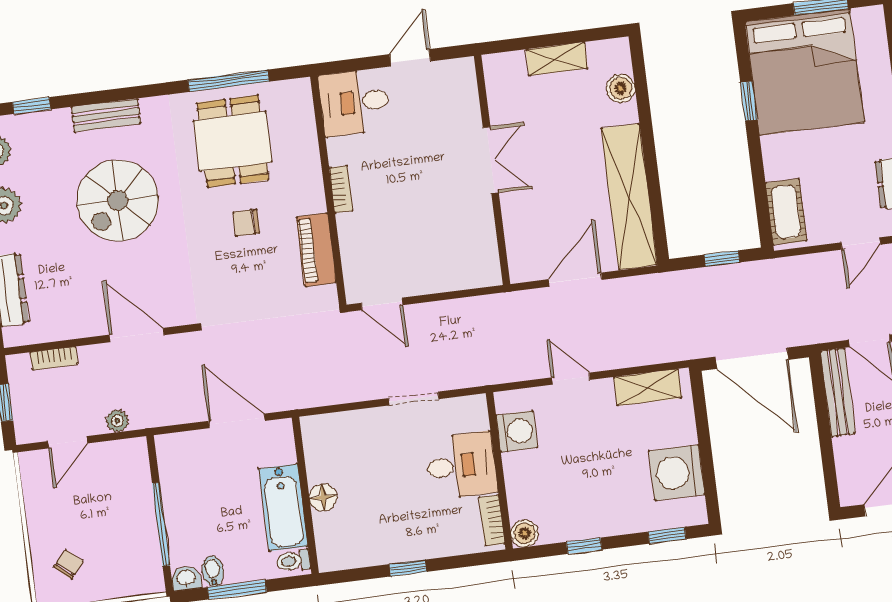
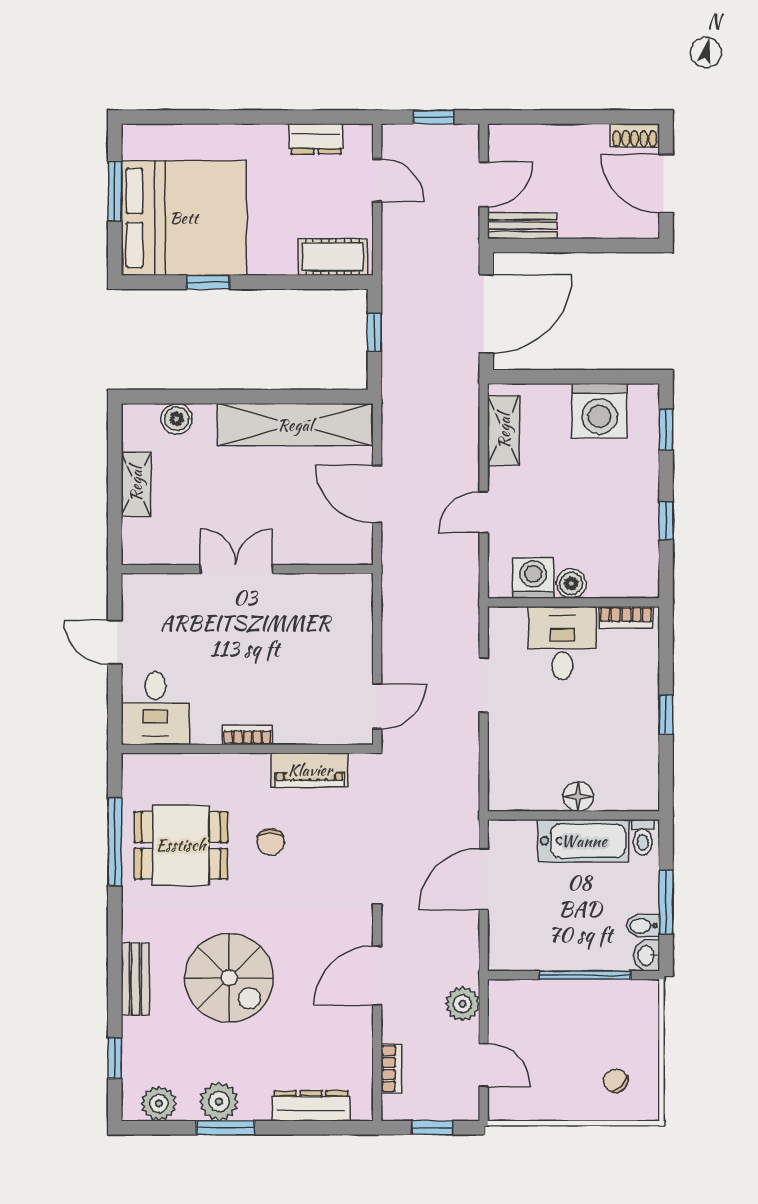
bench: (838, 392) -> (522, 226), width x0.73
plant: (117, 421) -> (462, 1004), width x1.38, depth x1.38
boiler: (525, 533) -> (571, 584), moved

